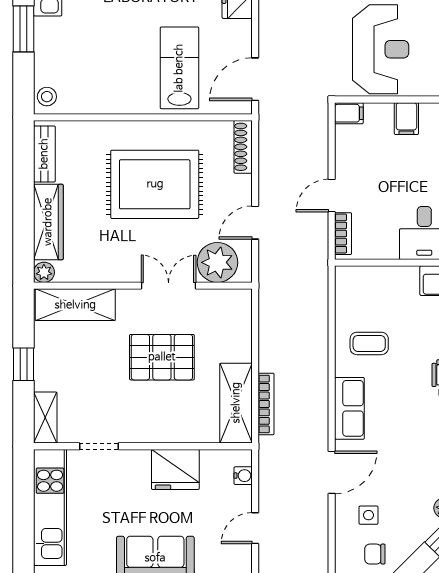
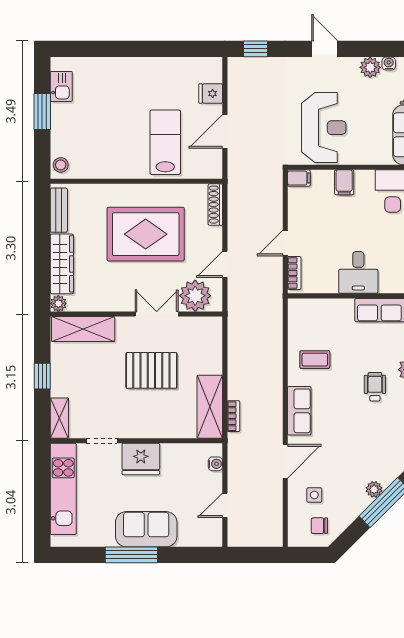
door: (255, 79) -> (225, 131), moved
bookcase: (266, 404) -> (233, 416), width x0.64
fridge: (175, 469) -> (141, 459), moved

